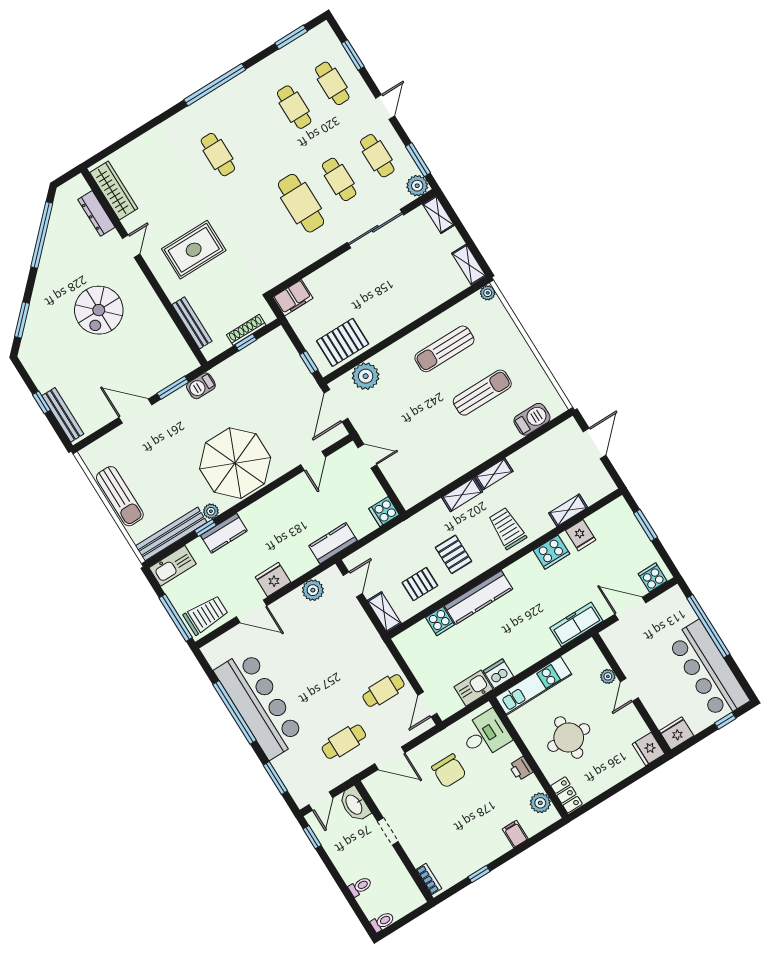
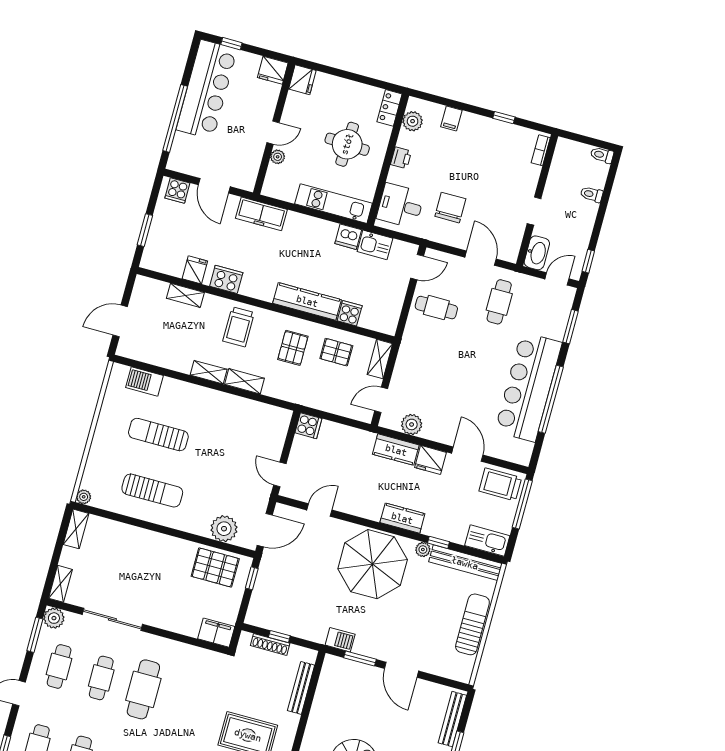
kitchen counter: (224, 533) -> (402, 518), moved
kitchen counter: (333, 543) -> (396, 450), moved
cafe table: (344, 742) -> (499, 302), turned 90

